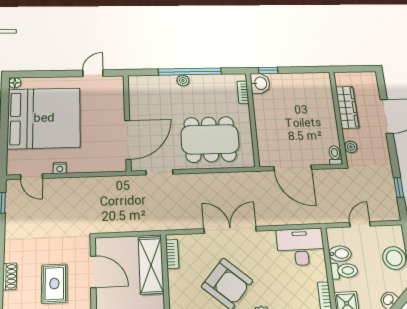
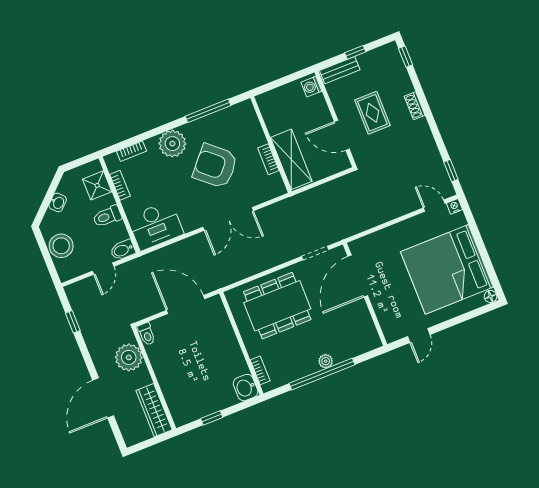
window: (268, 70) -> (212, 418), moved
wardrobe: (347, 107) -> (154, 410), moved
plant: (351, 147) -> (129, 357), width x1.88, depth x1.88
nightstand: (60, 168) -> (454, 206), moved
bookcase: (172, 254) -> (268, 159), moved
bidet: (340, 254) -> (123, 250), moved

